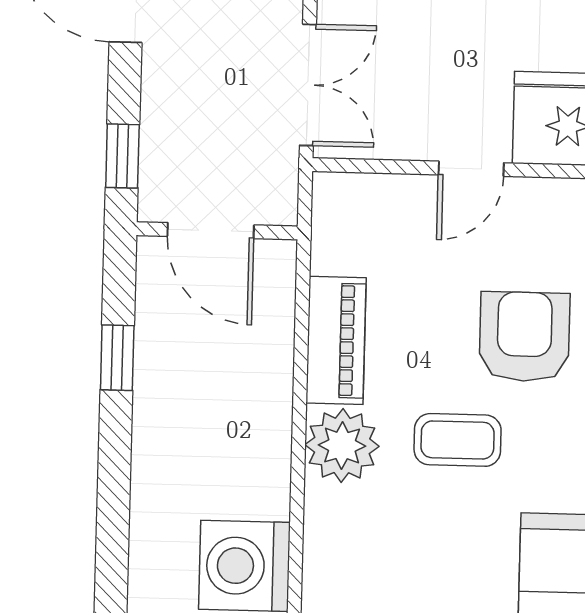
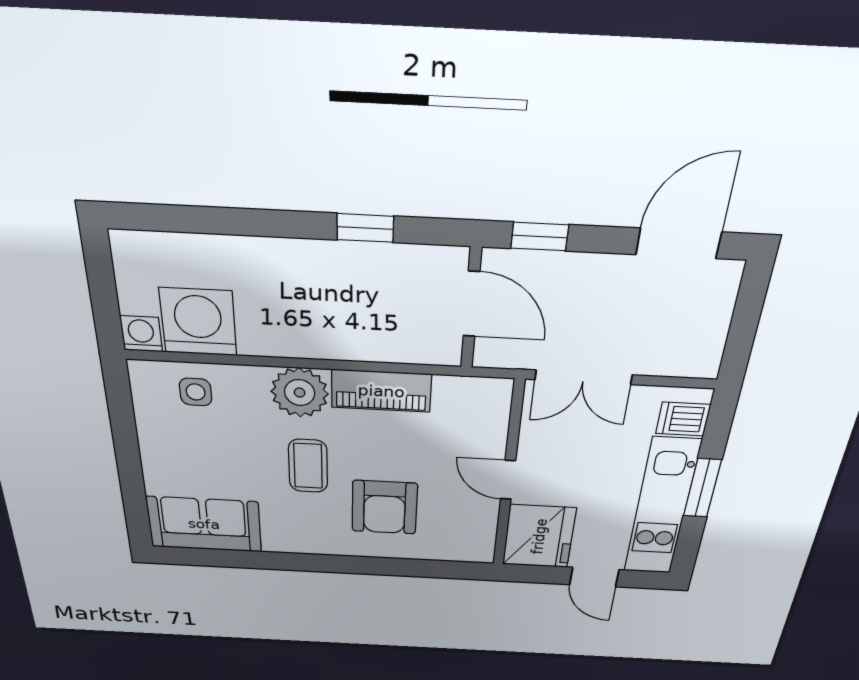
door: (211, 231) -> (471, 304), swing flipped
armchair: (524, 337) -> (384, 507), turned 90
side table: (345, 580) -> (196, 392), added

